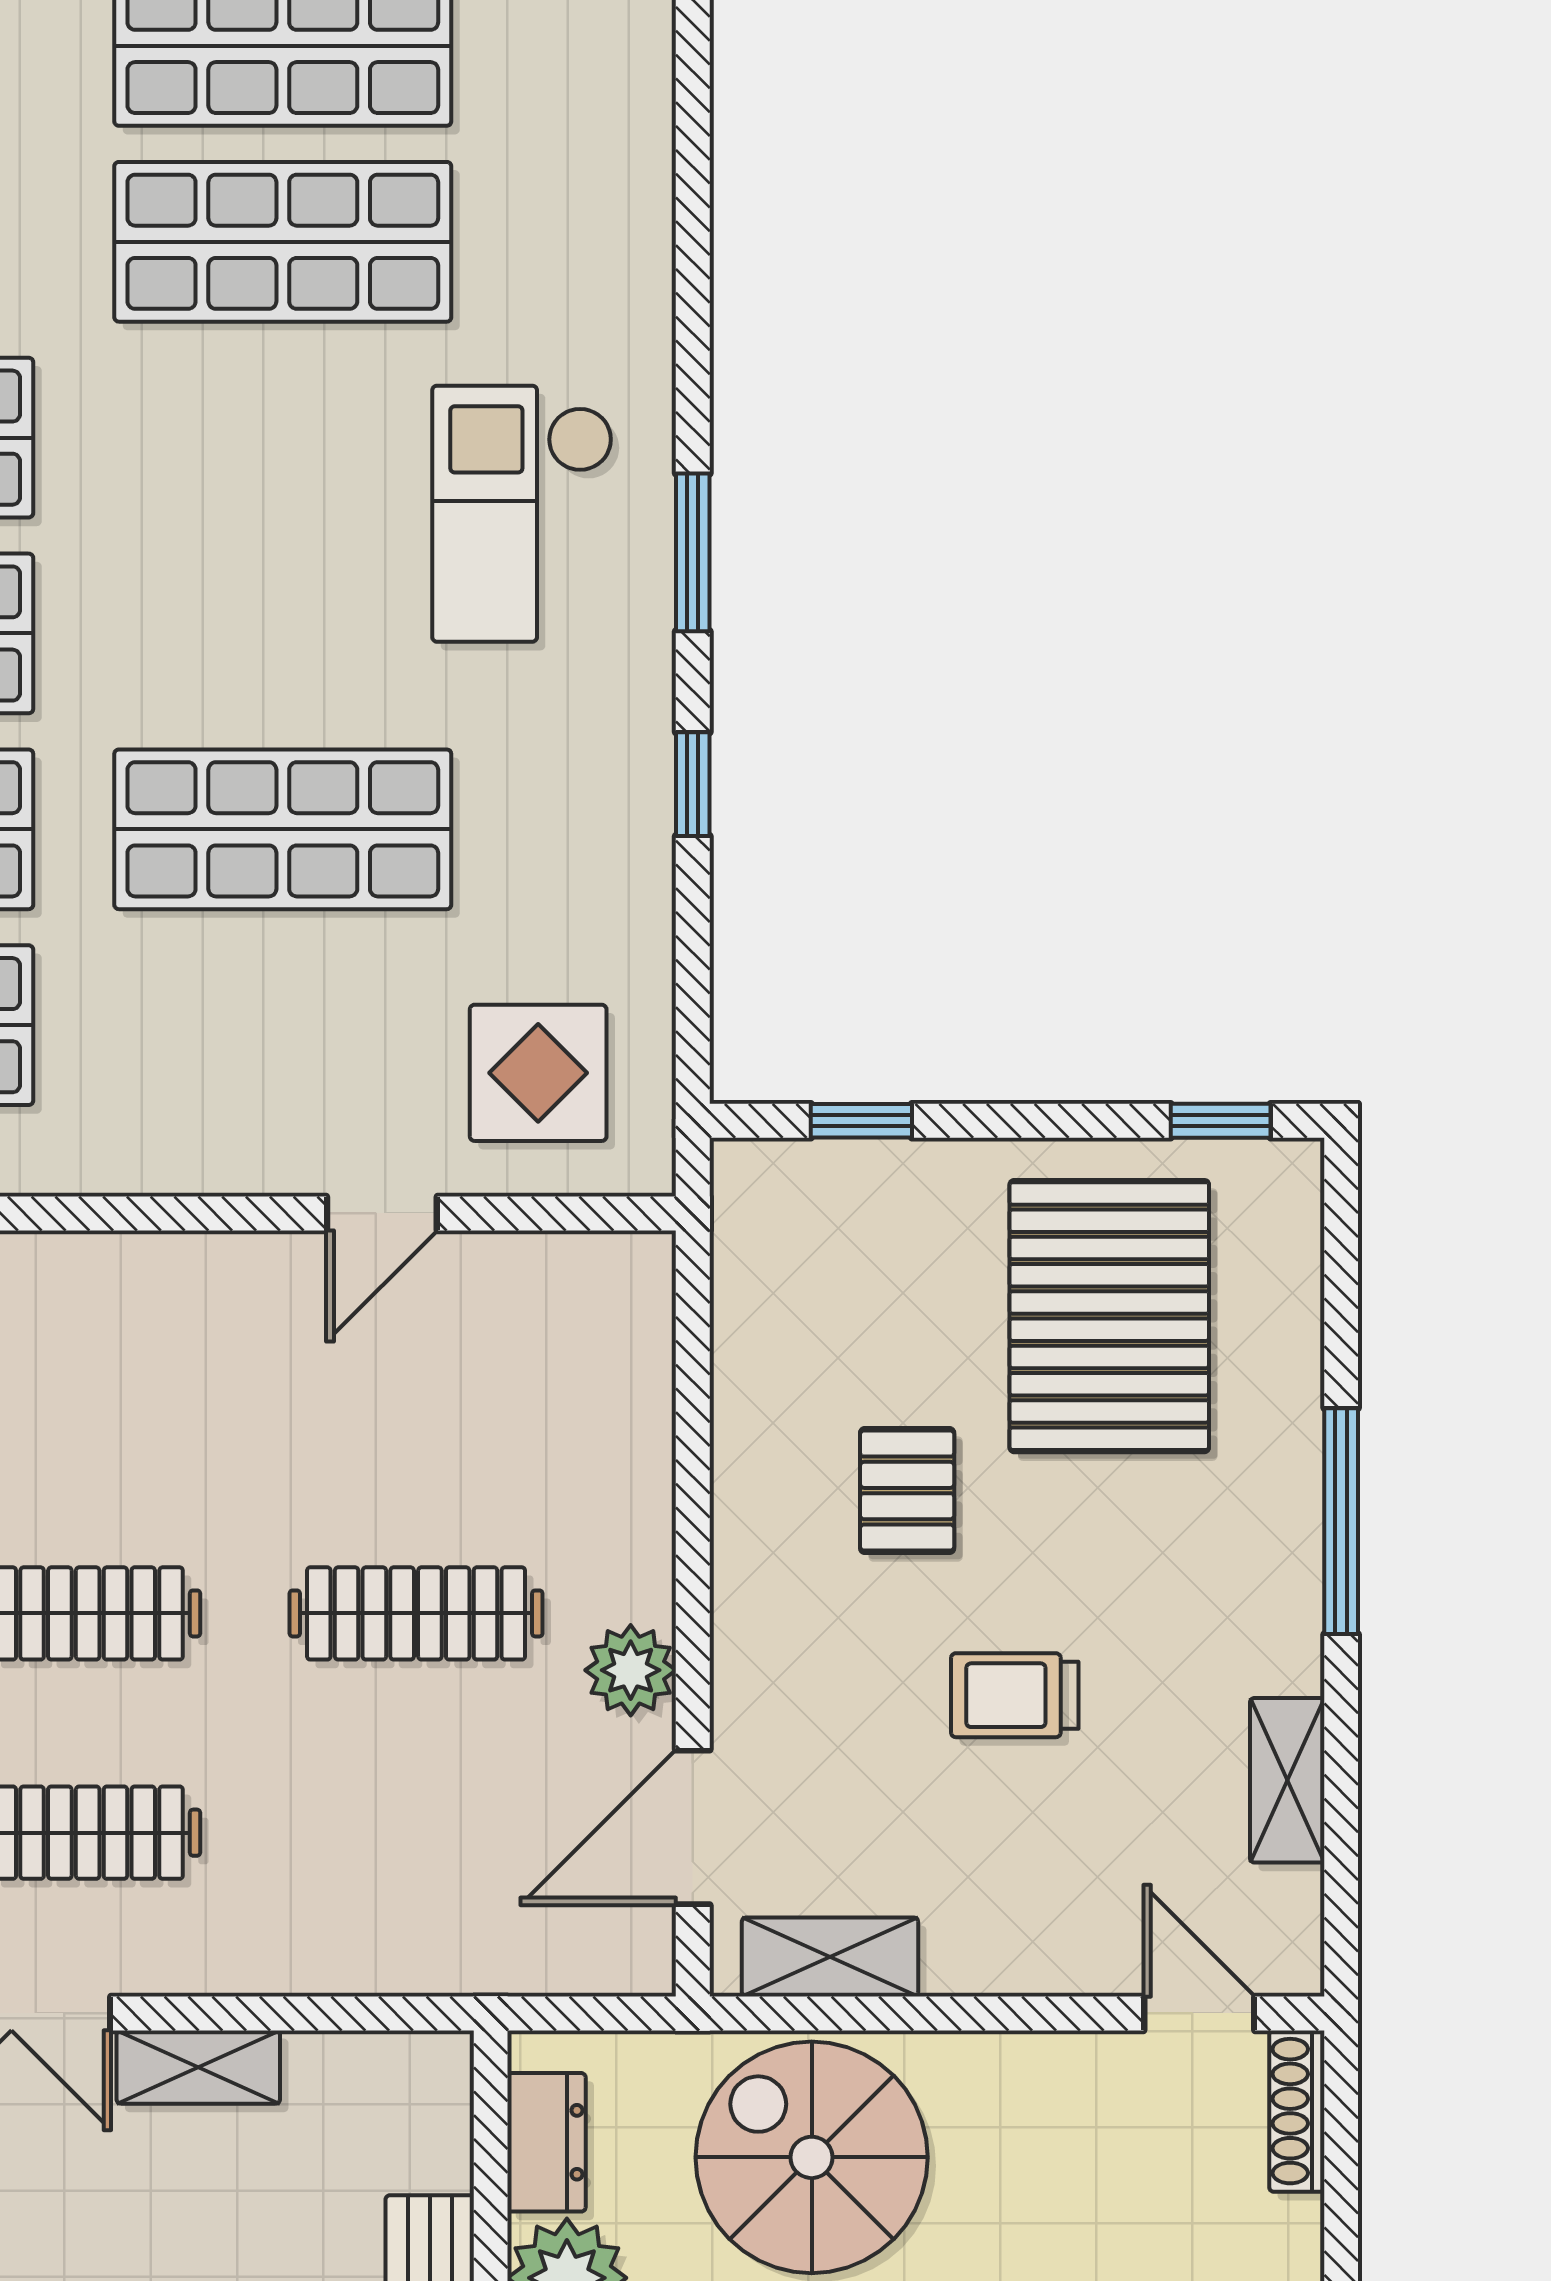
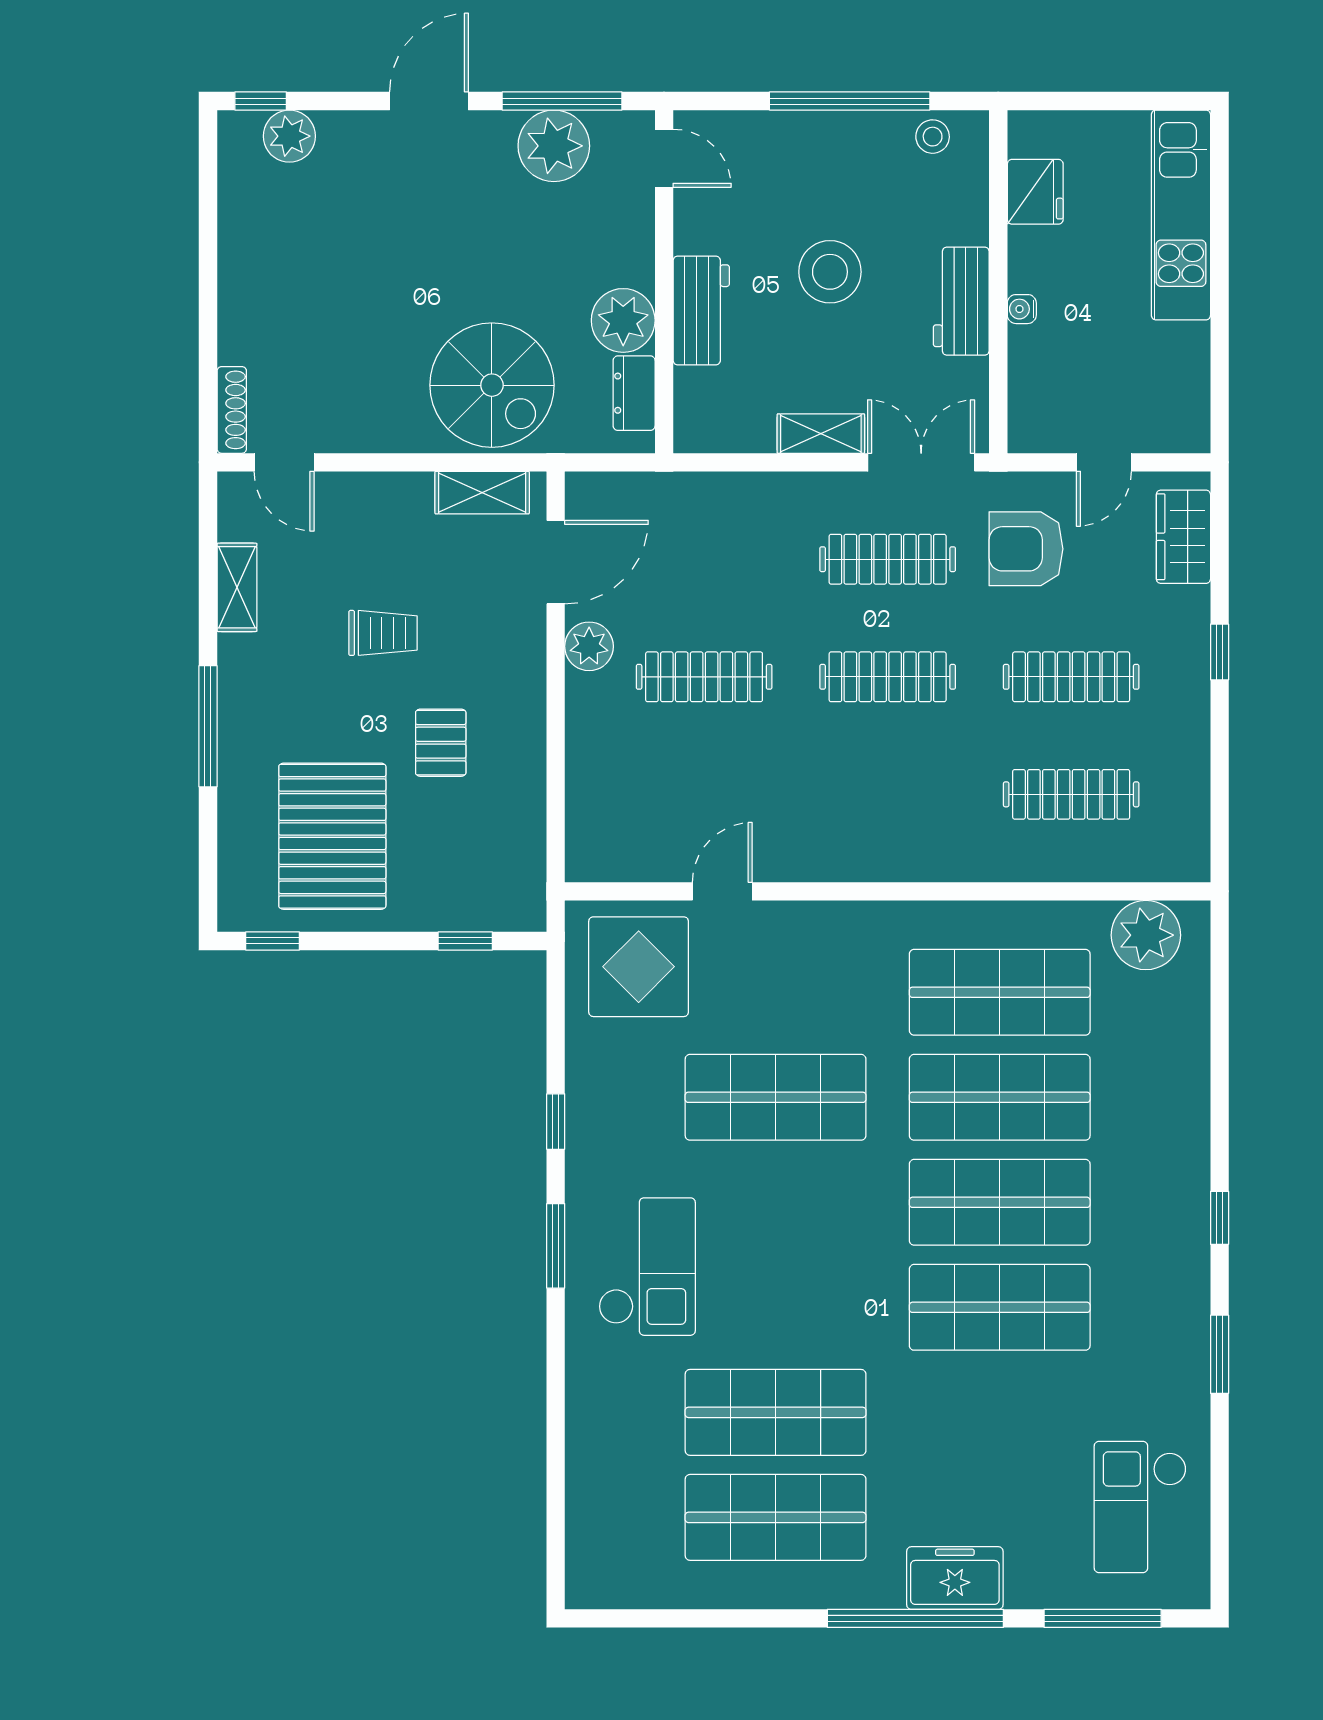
display table: (538, 1073) -> (639, 967), width x1.36, depth x1.36

